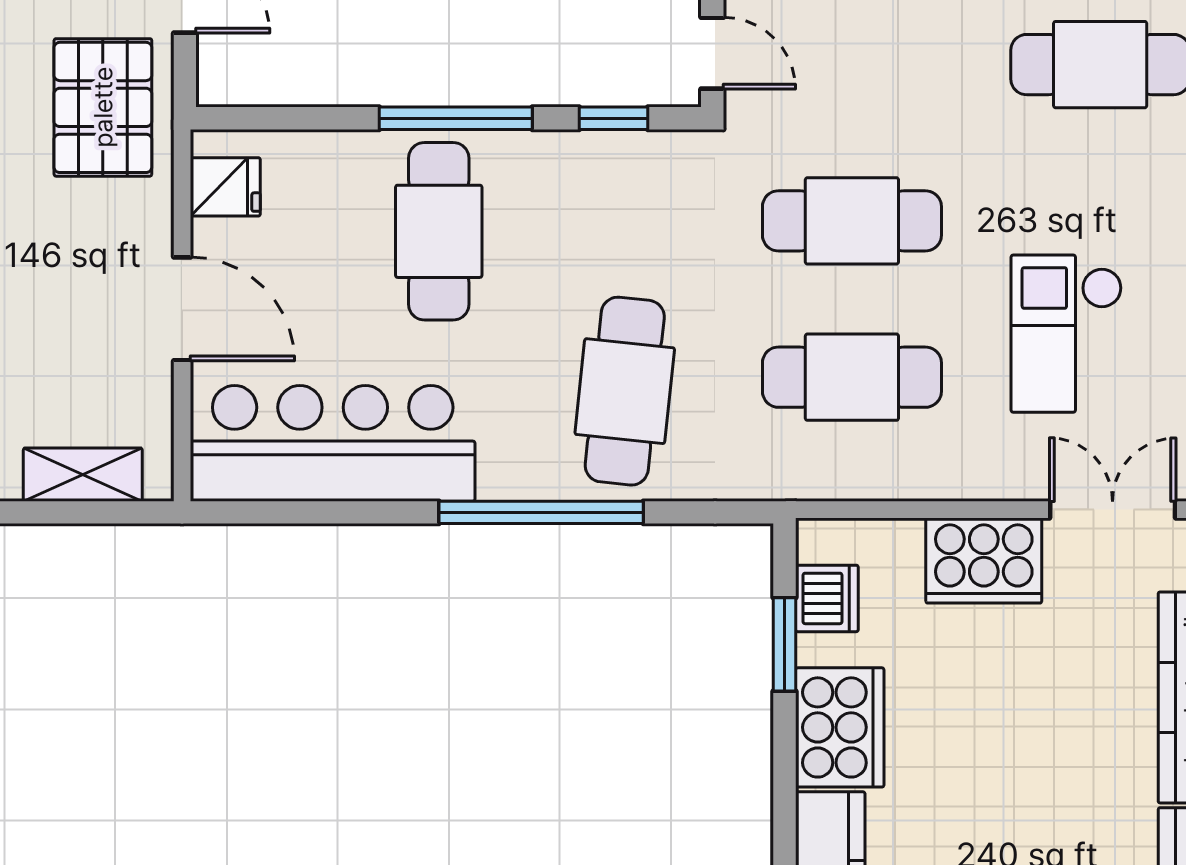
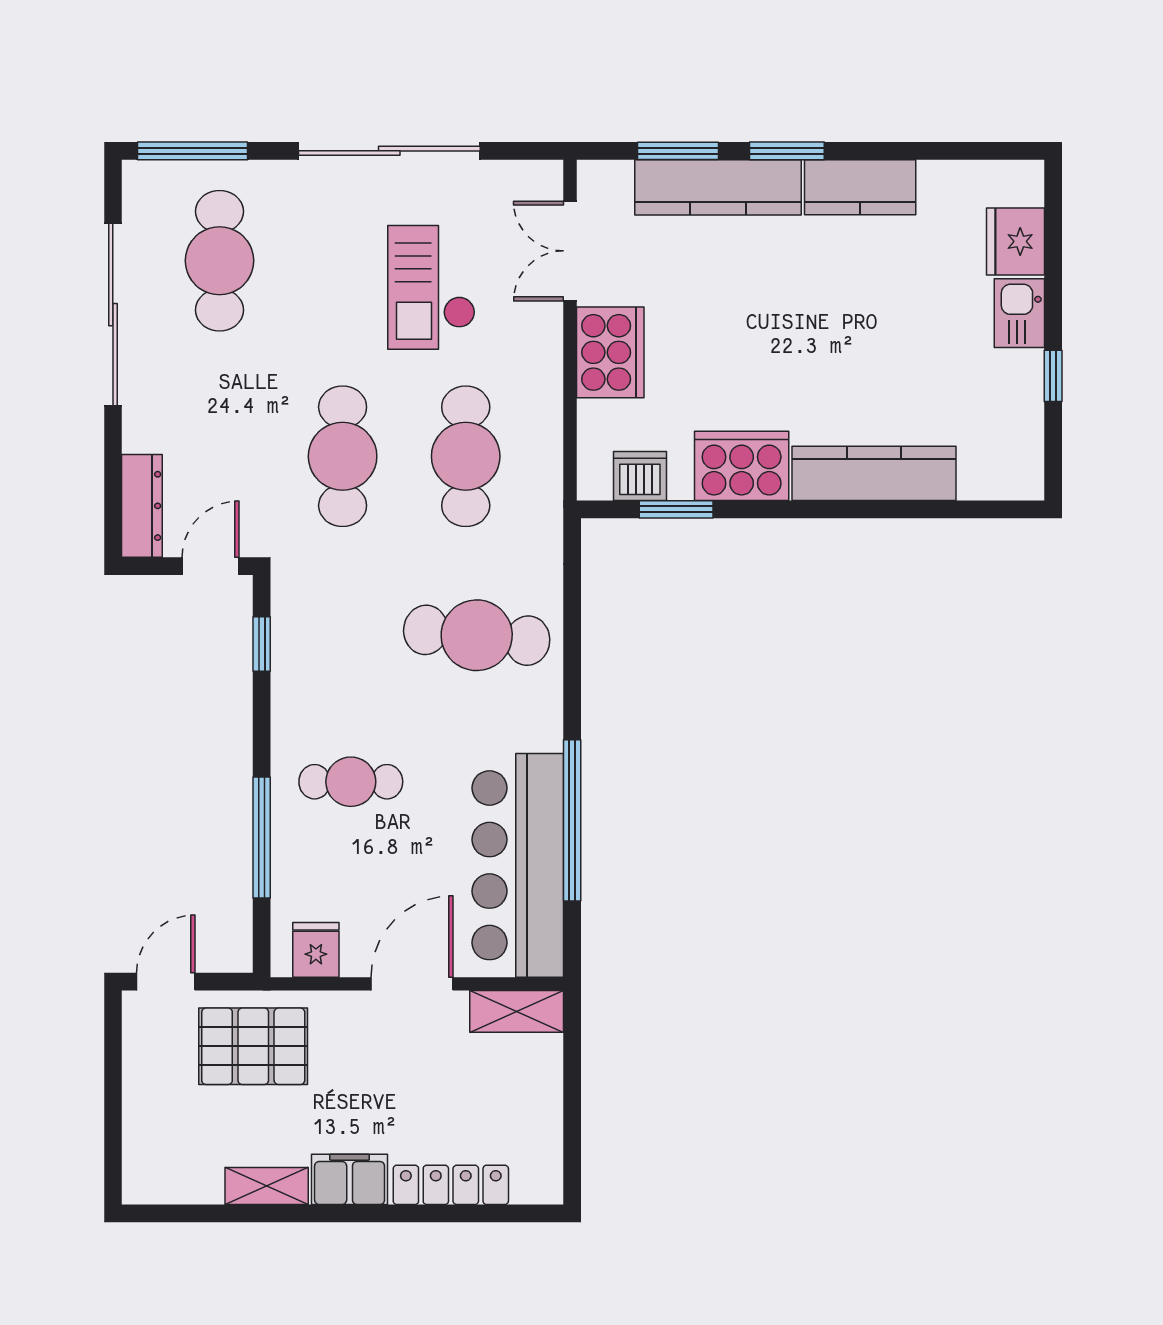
window: (456, 118) -> (262, 838), moved
cafe table: (439, 231) -> (351, 782), width x0.73, depth x0.74
checkout: (1066, 334) -> (431, 287), turned 90
shelving: (83, 475) -> (517, 1011), moved, turned 90
window: (541, 512) -> (572, 820), moved

